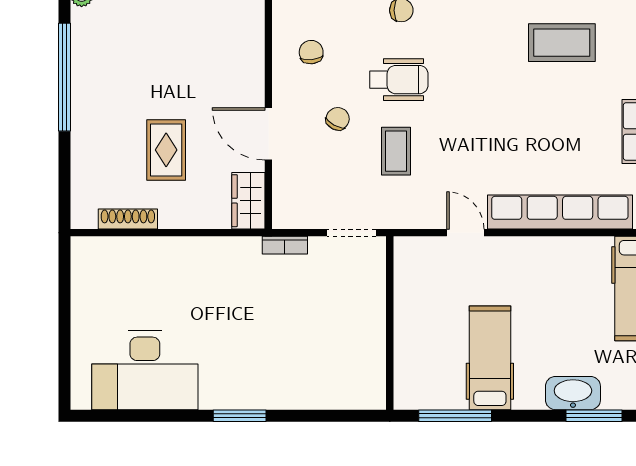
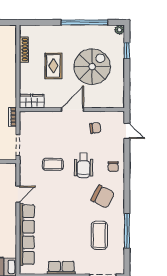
spiral stairs: (168, 59) -> (92, 67), added
chair: (338, 119) -> (103, 197), moved, width x1.87, depth x1.87
door: (268, 134) -> (72, 110), moved
rug: (166, 150) -> (53, 66), turned 90

